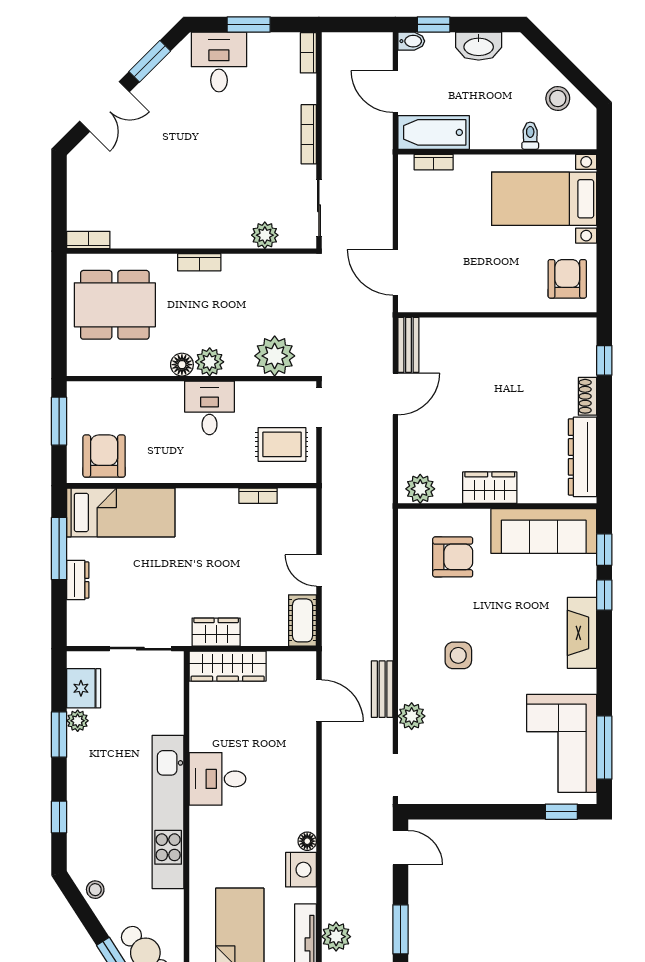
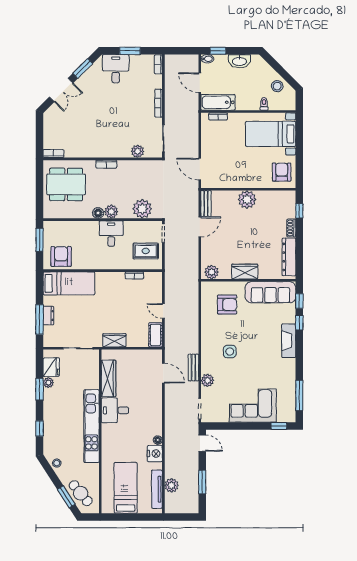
plant: (495, 336) -> (247, 199), added
window: (59, 549) -> (40, 319), moved
wardrobe: (228, 666) -> (109, 378), moved, turned -90
corner sofa: (562, 743) -> (253, 406), moved, turned 90

